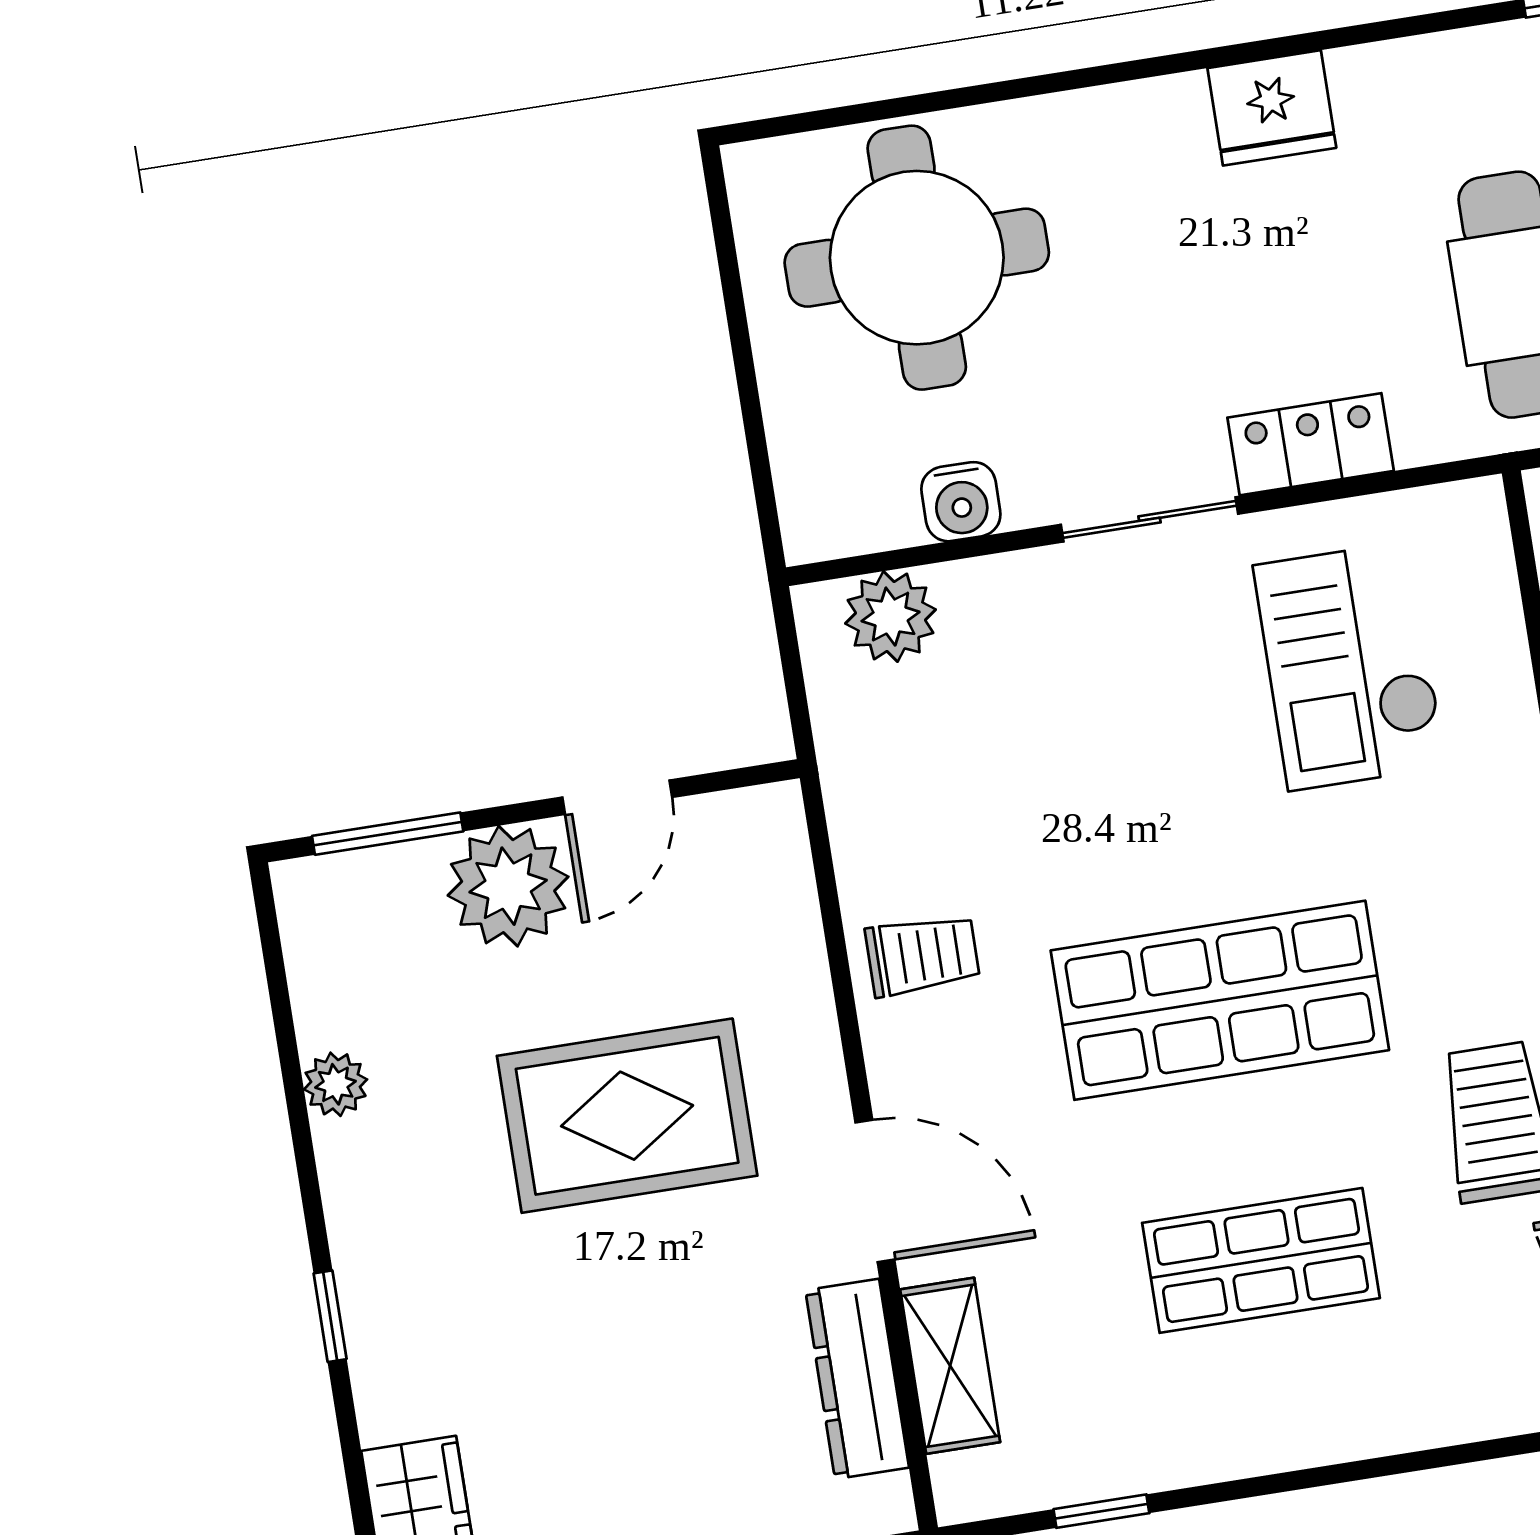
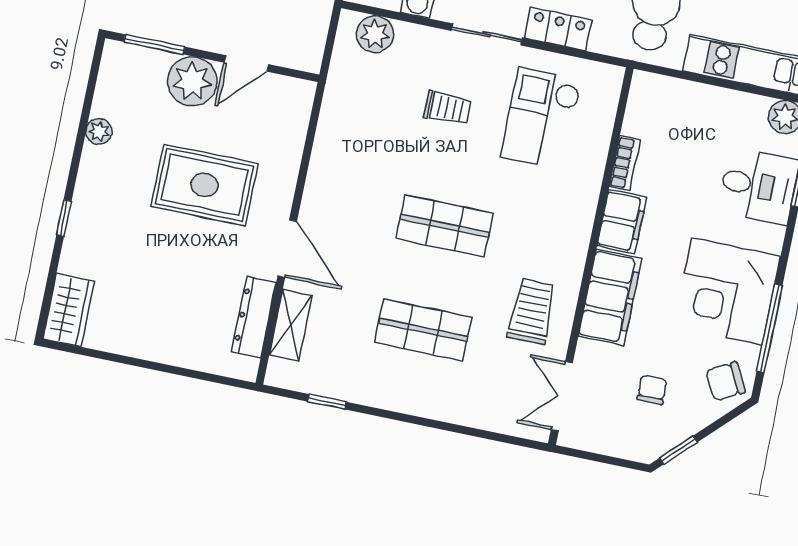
trolley: (922, 955) -> (448, 108), moved
shop shelf: (1220, 1000) -> (445, 226), width x0.70, depth x0.74

